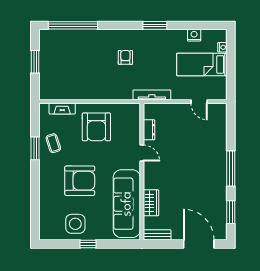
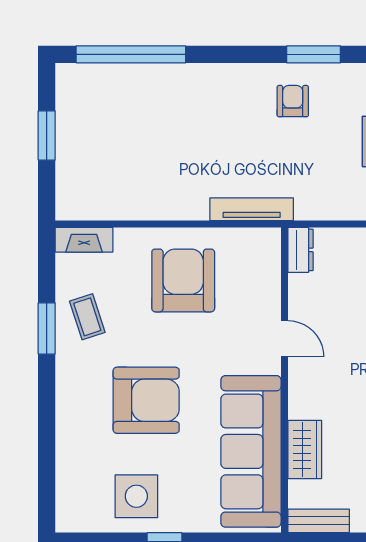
armchair: (125, 57) -> (293, 101), moved
tv unit: (152, 95) -> (252, 209), moved
fireplace: (62, 109) -> (84, 240), moved
armchair: (96, 127) -> (183, 280), turned 180
dresser: (149, 130) -> (300, 250), moved

